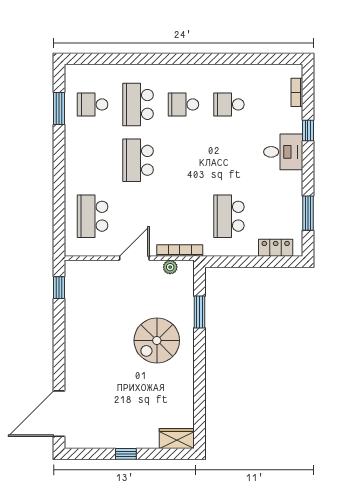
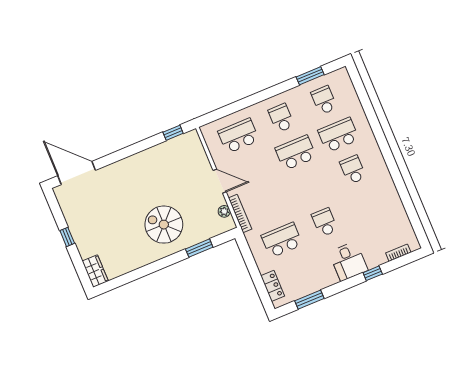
school desk: (229, 104) -> (325, 222), moved
school desk: (93, 160) -> (281, 118), added

